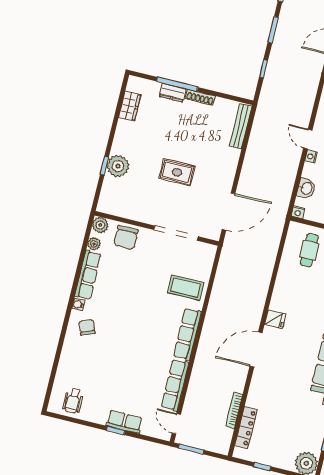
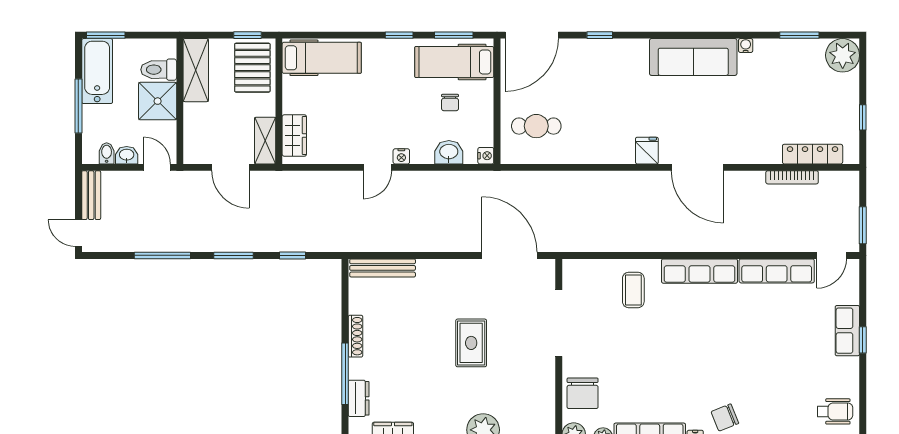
dresser: (173, 93) -> (359, 398), moved
chair: (126, 237) -> (583, 393), turned 90
coffee table: (186, 288) -> (633, 290), width x0.73, depth x0.77

